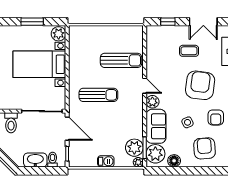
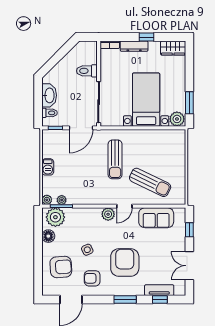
window: (32, 22) -> (189, 103), moved
coffee table: (189, 51) -> (160, 251), removed
sun lounger: (121, 60) -> (150, 182), turned -64
armchair: (200, 85) -> (125, 262), turned -97
sofa: (156, 126) -> (156, 218), moved
plant: (134, 148) -> (62, 200), width x0.53, depth x0.53

